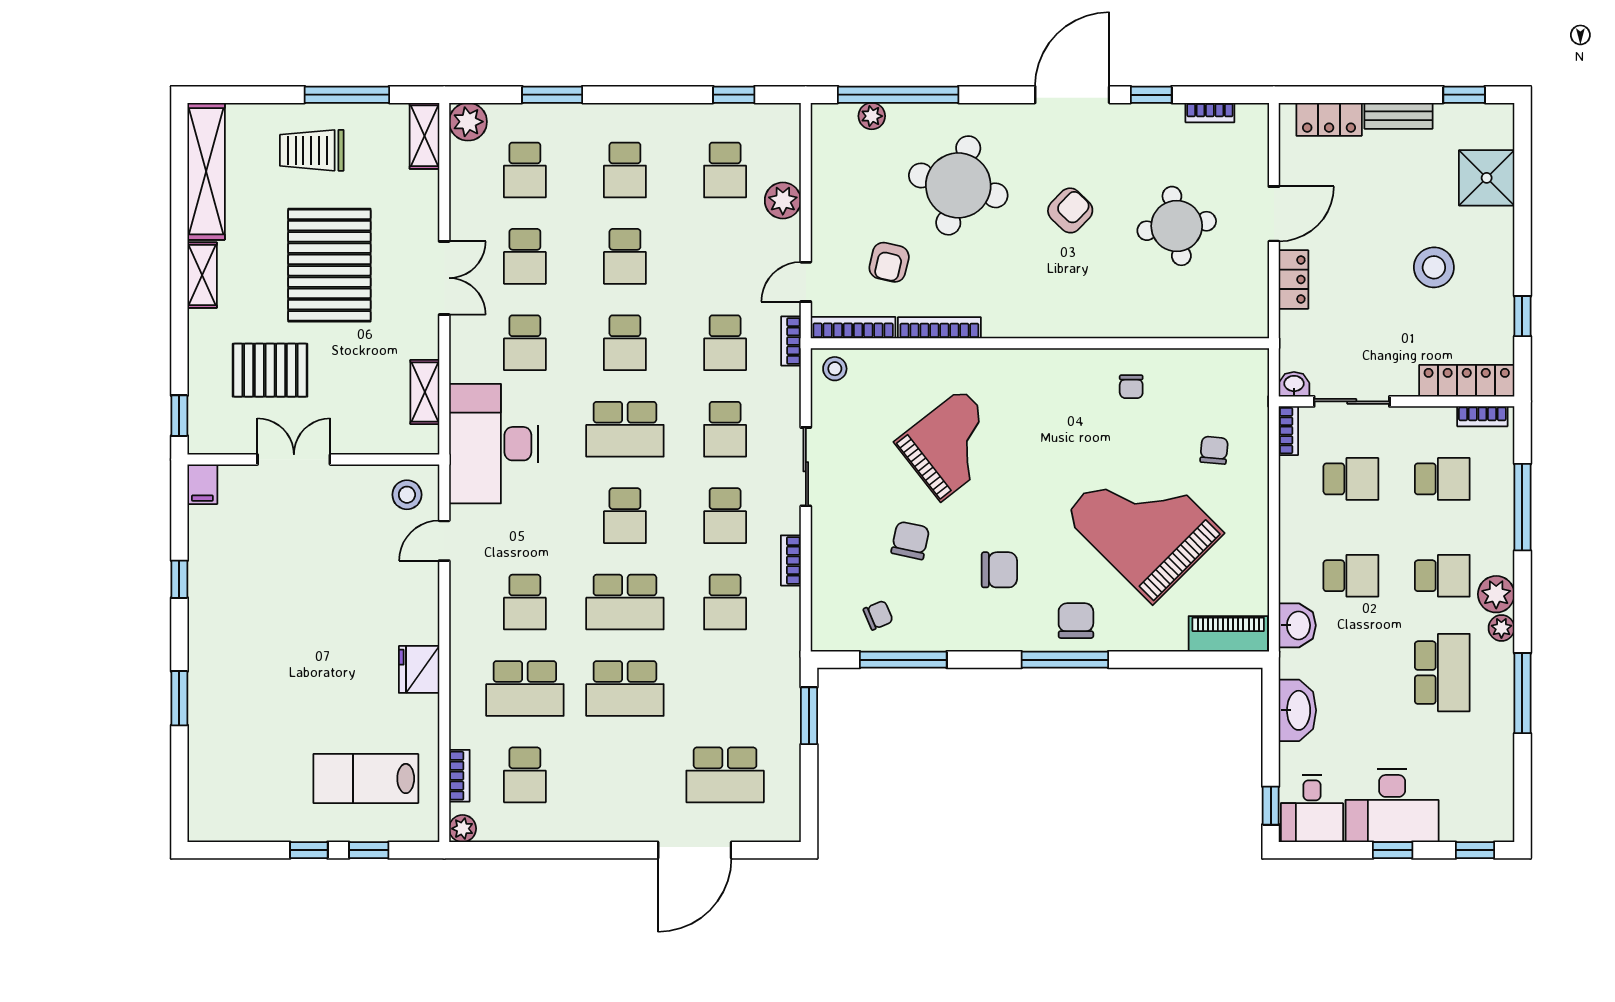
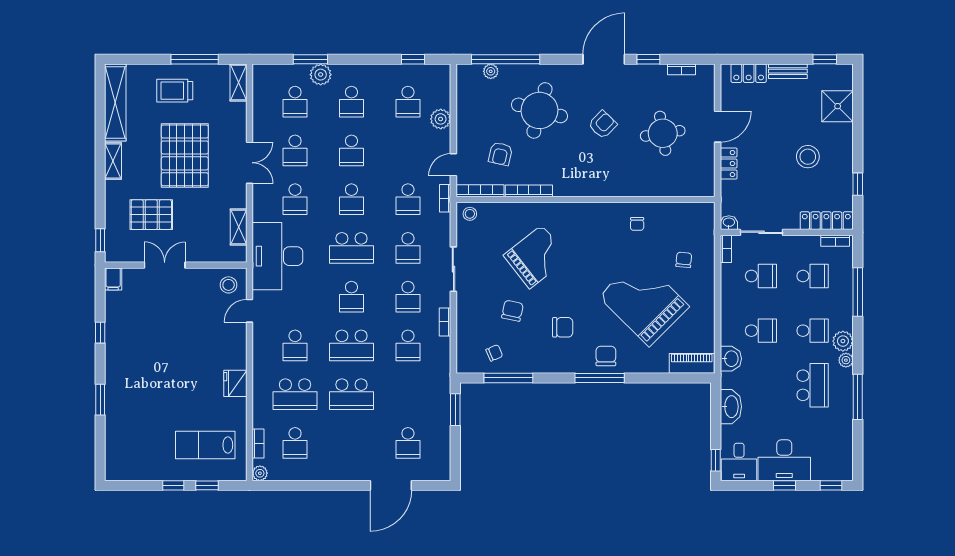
plant: (468, 122) -> (321, 75), moved
school desk: (725, 775) -> (408, 443), width x0.54

